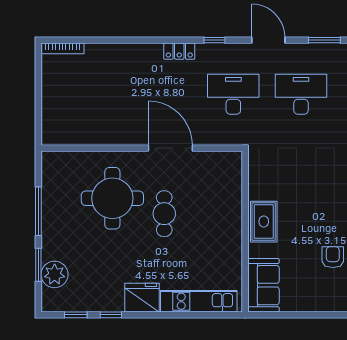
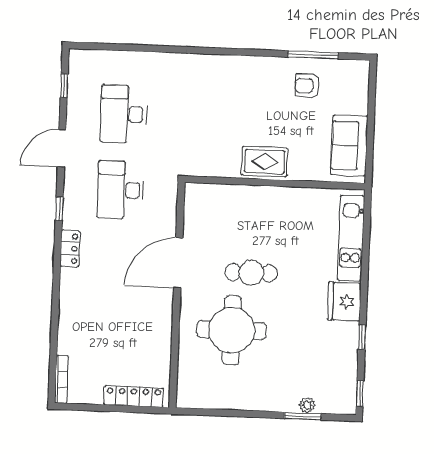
window: (324, 40) -> (64, 85), width x0.67
locker: (50, 113) -> (134, 396), added
window: (38, 211) -> (243, 414), removed
plant: (55, 274) -> (307, 405), width x0.53, depth x0.53
sofa: (264, 285) -> (349, 146), moved, turned -90
window: (76, 315) -> (360, 394), moved

